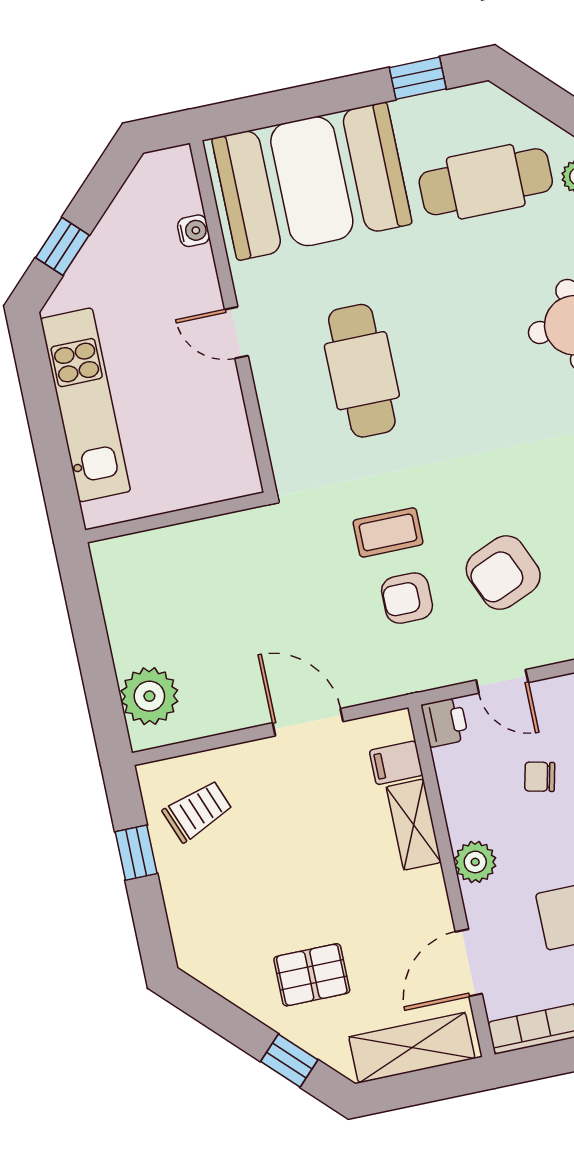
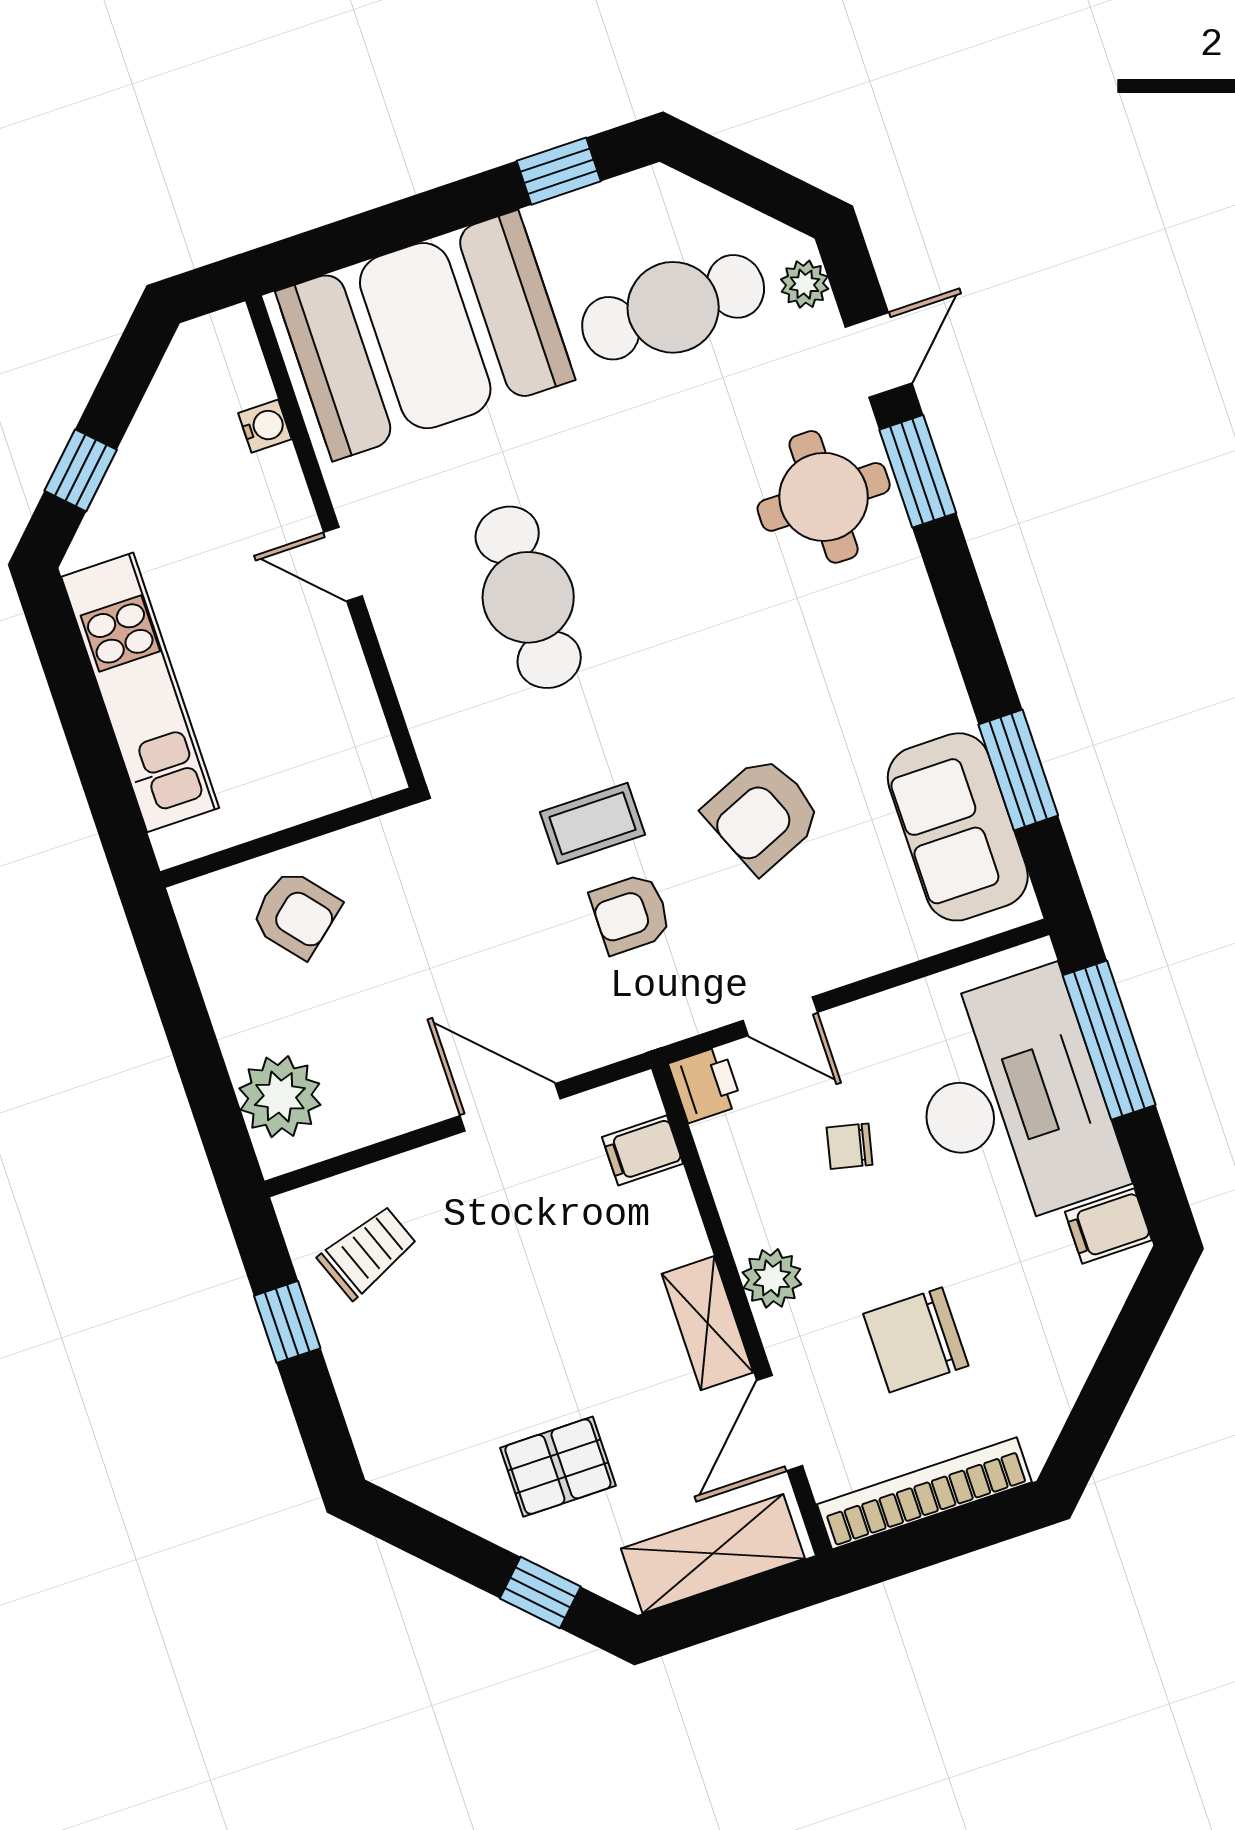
armchair: (175, 571) -> (296, 914), added
armchair: (503, 573) -> (763, 814), moved
shelving: (414, 825) -> (708, 1323), moved

